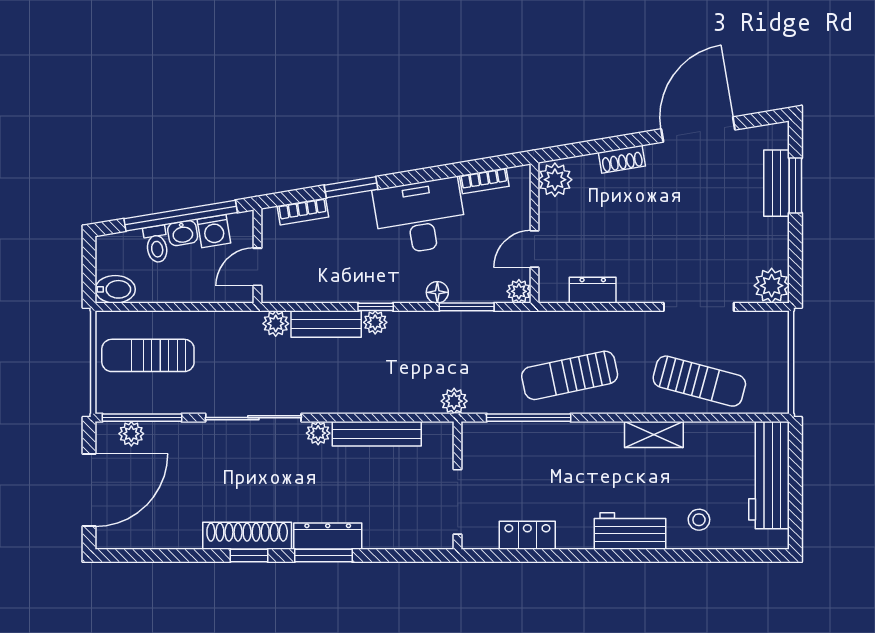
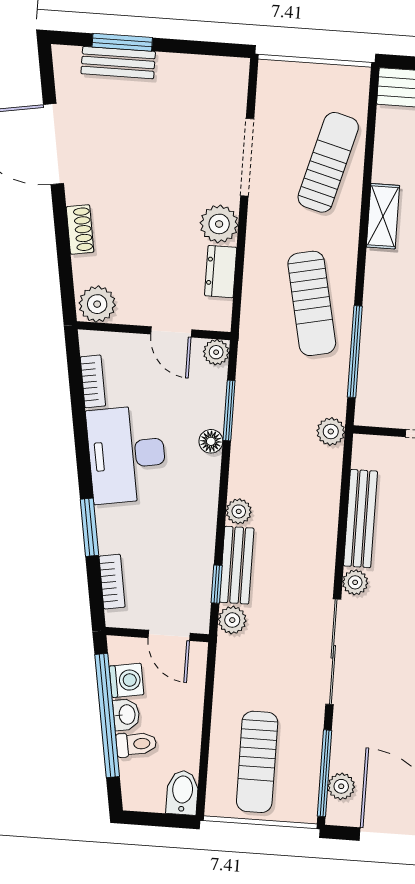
plant: (772, 286) -> (219, 224), moved
window: (376, 307) -> (217, 584), moved

